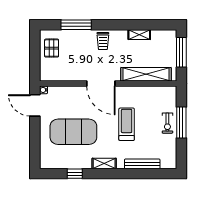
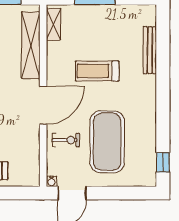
exercise bike: (167, 123) -> (66, 140), moved
shelving: (104, 163) -> (53, 24), moved
window: (75, 174) -> (163, 162), moved

